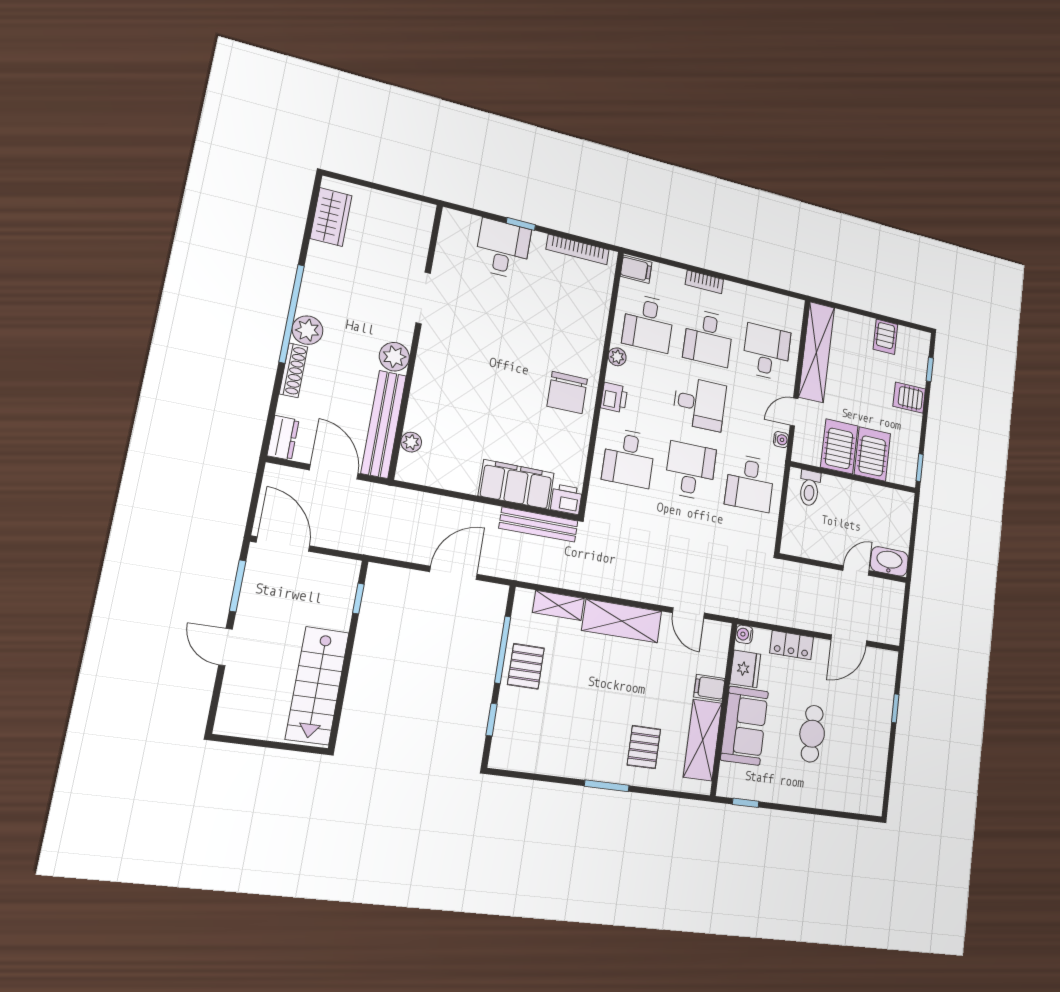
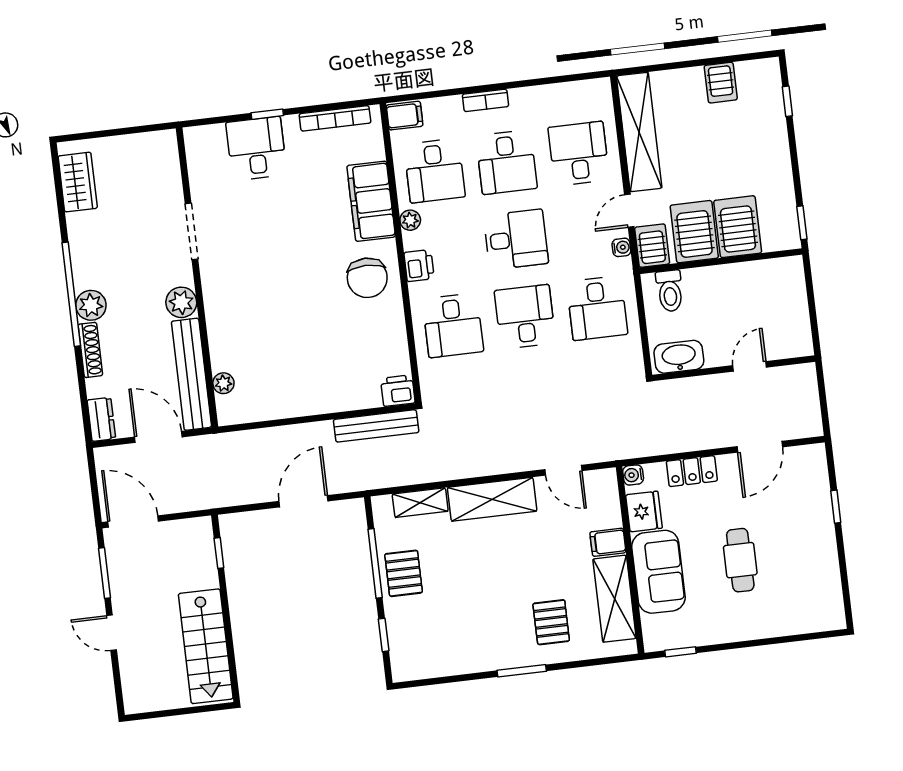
server rack: (909, 398) -> (652, 246), moved, turned 90
filing cabinet: (516, 484) -> (371, 201), moved, turned -90
washbasin: (889, 561) -> (679, 357), moved

